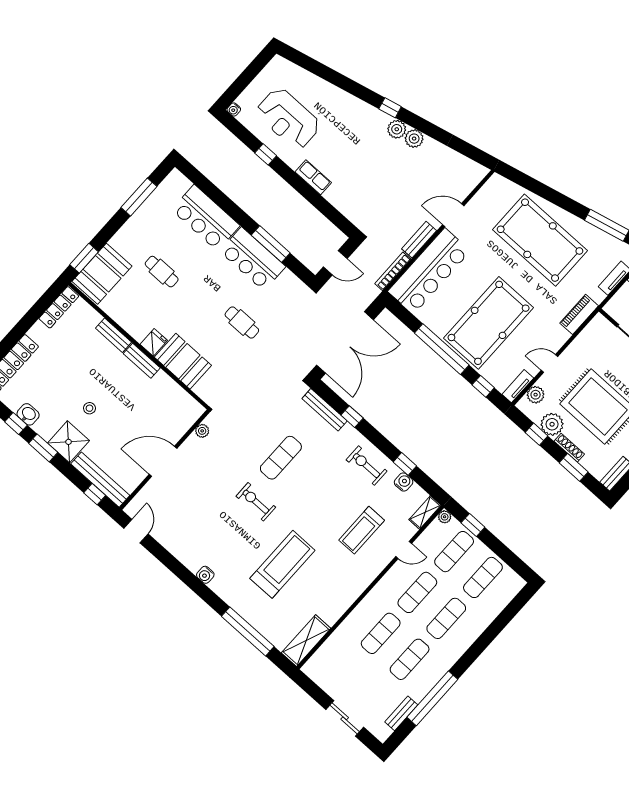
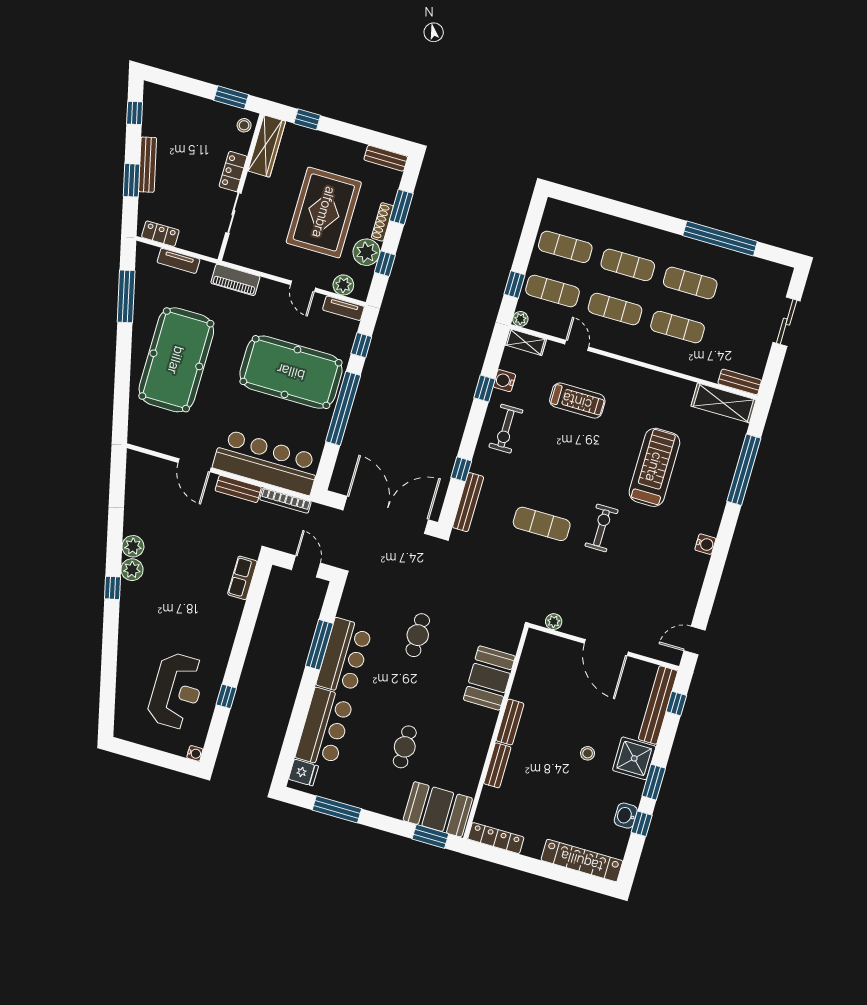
row of seats: (313, 177) -> (242, 578), moved
fridge: (154, 342) -> (303, 773), moved, turned 180
exercise bike: (256, 502) -> (601, 528), turned 180
treadmill: (282, 564) -> (654, 467), turned 90
bench: (401, 713) -> (740, 382), moved

